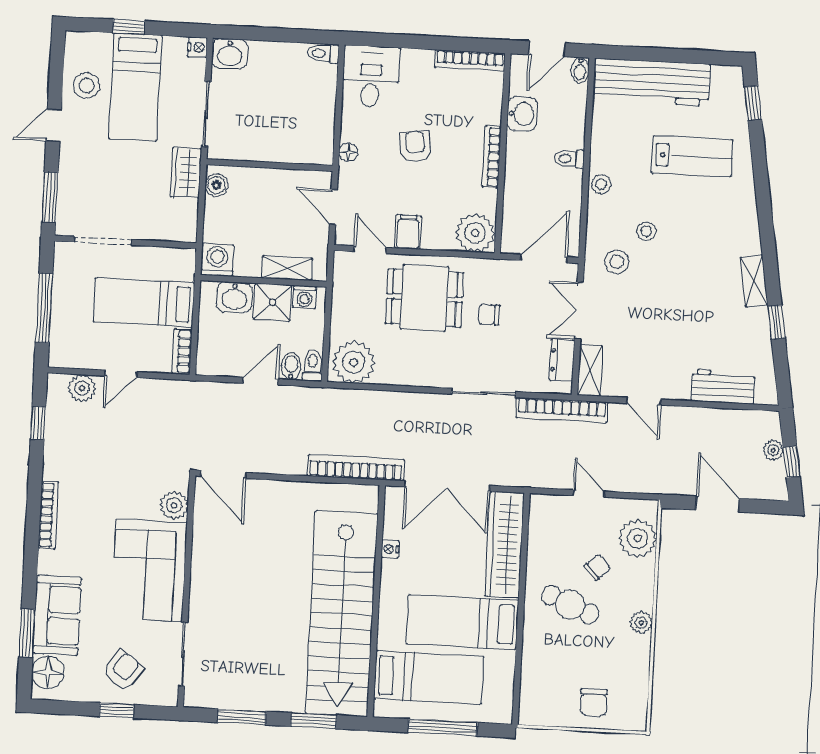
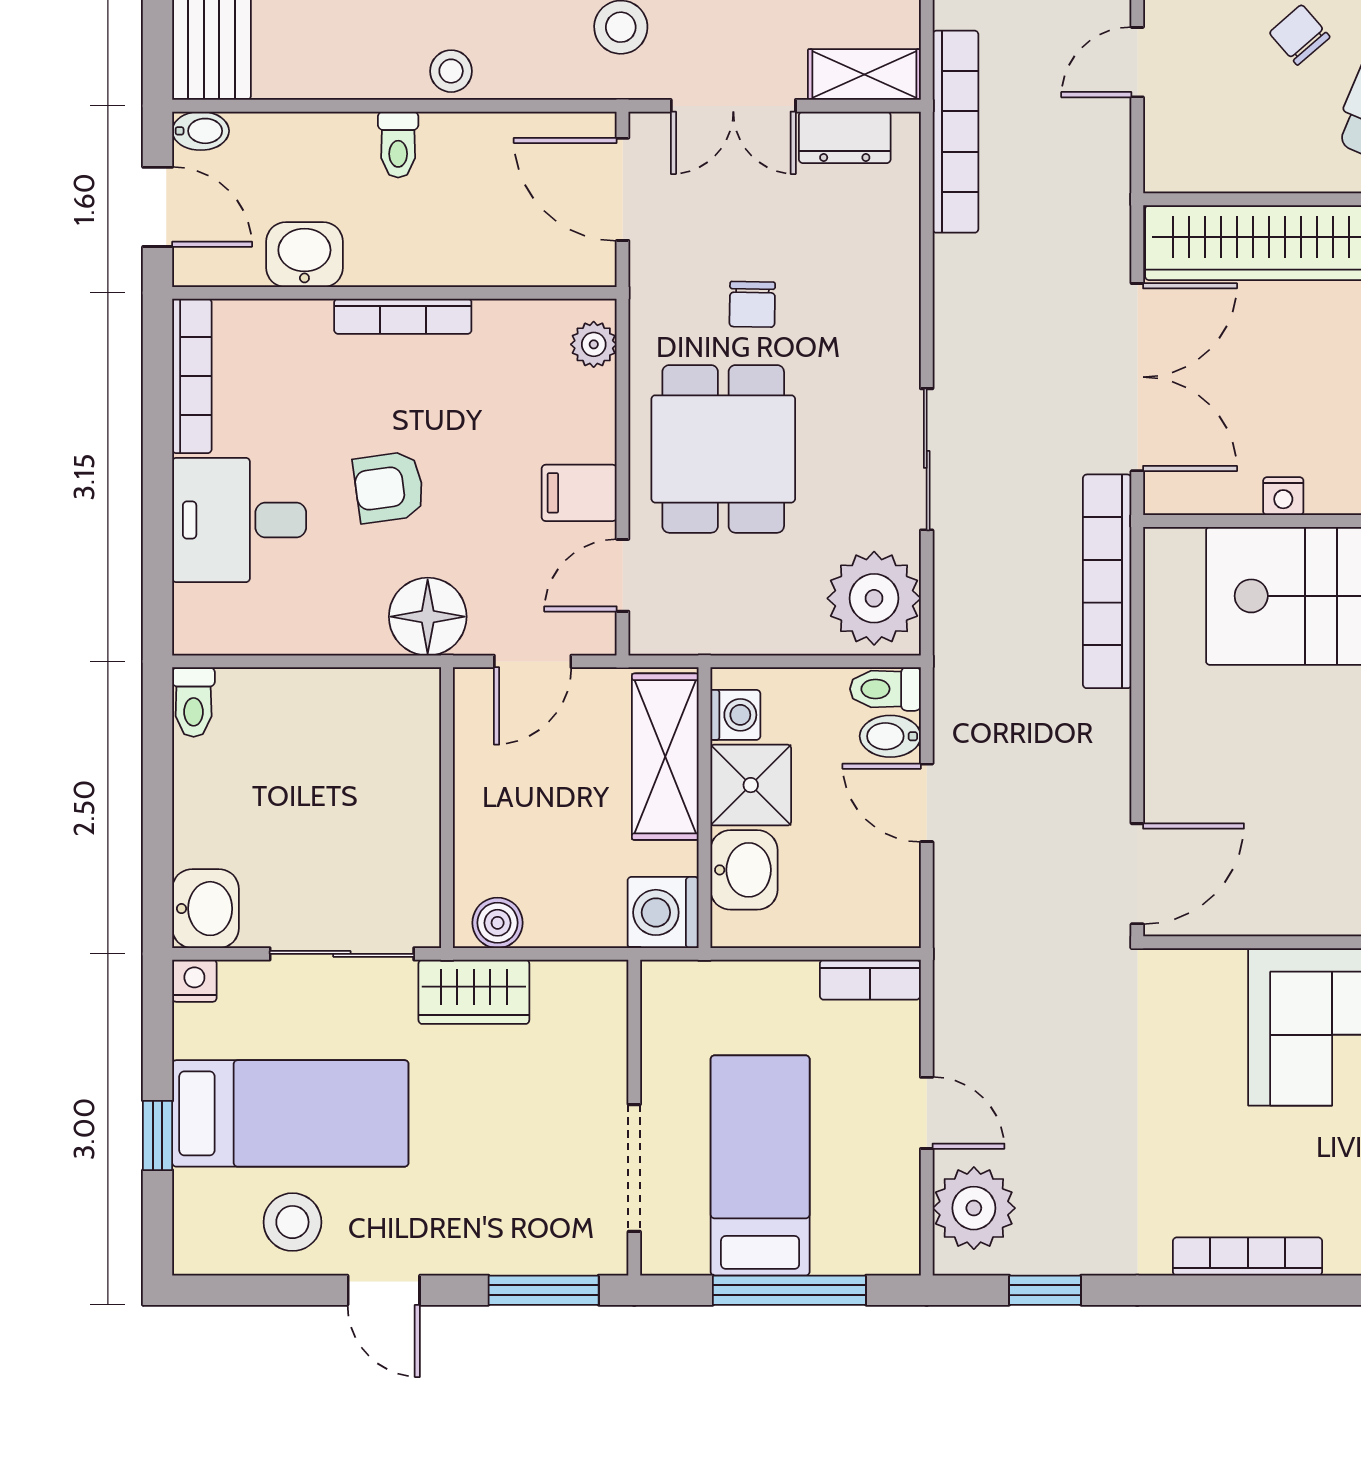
desk: (371, 76) -> (239, 520), moved
floor lamp: (348, 152) -> (428, 617), width x1.89, depth x1.89
plant: (475, 233) -> (594, 344), width x0.53, depth x0.53
shelving: (287, 268) -> (665, 757), width x1.50, depth x1.33
bed: (144, 302) -> (760, 1165), moved, turned 180
plant: (82, 388) -> (974, 1208), width x1.36, depth x1.36
sliding door: (484, 393) -> (927, 459), moved
plant: (174, 505) -> (1212, 980), removed

